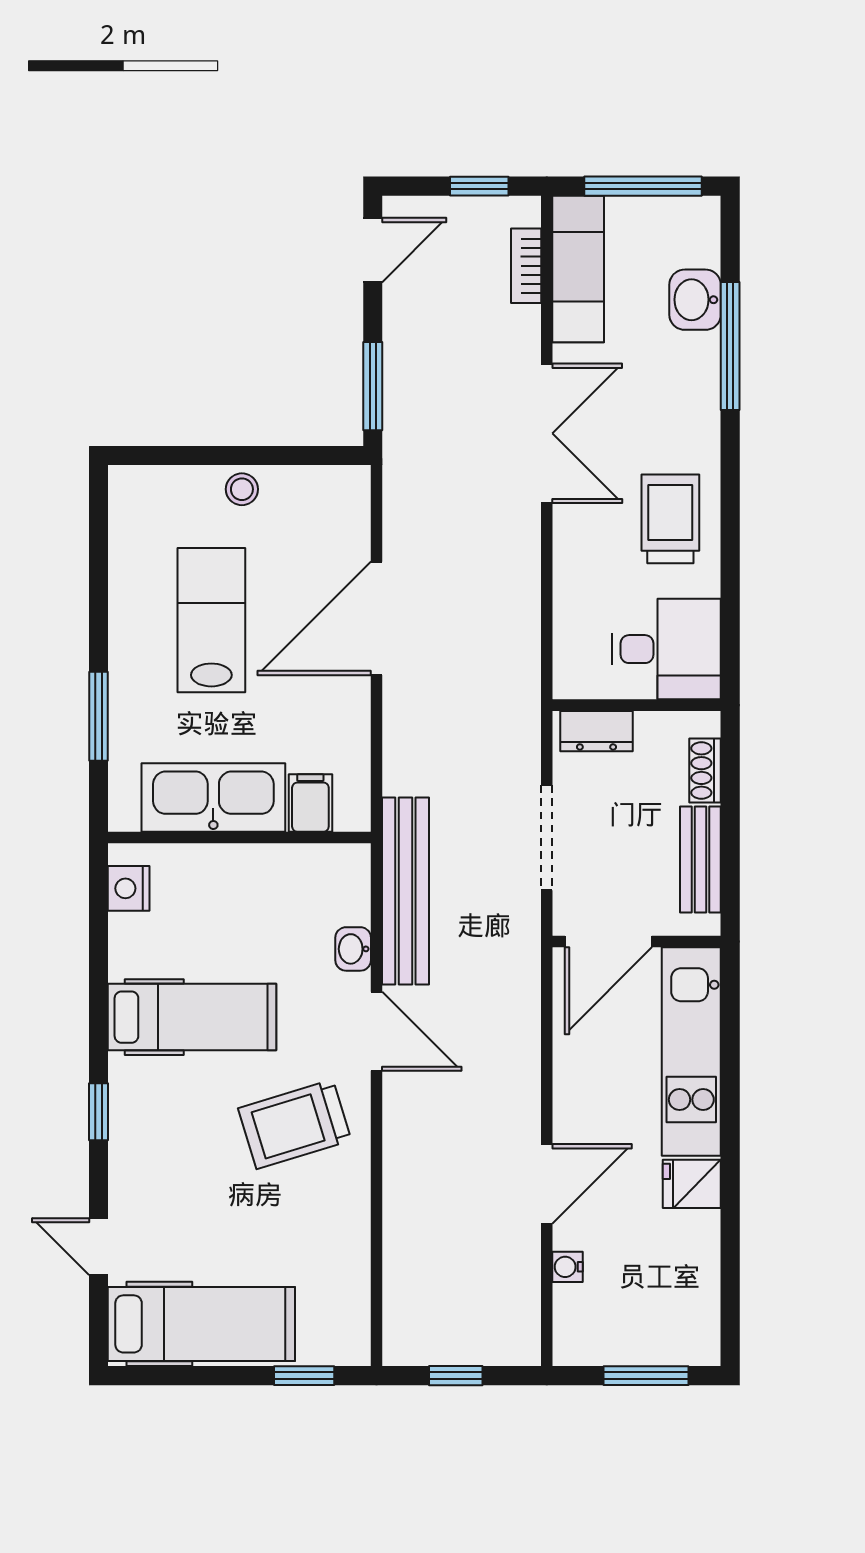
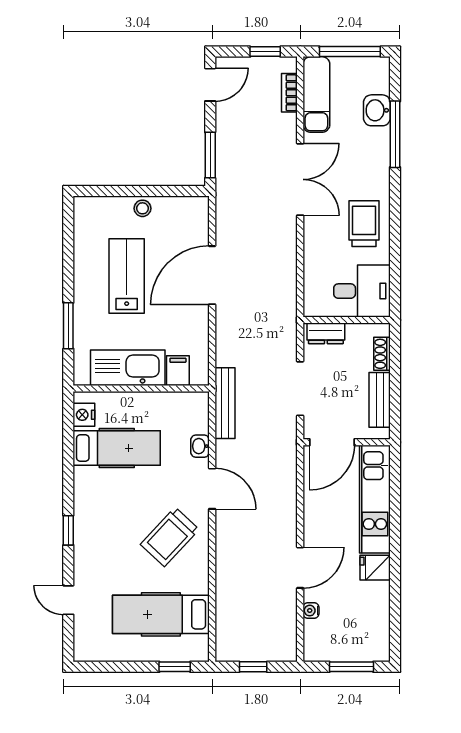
bench: (405, 891) -> (225, 403), width x0.73, depth x0.82
hospital bed: (192, 1017) -> (117, 448), moved
trolley: (295, 1124) -> (170, 537), turned -30
hospital bed: (201, 1324) -> (161, 614), moved, turned 180

